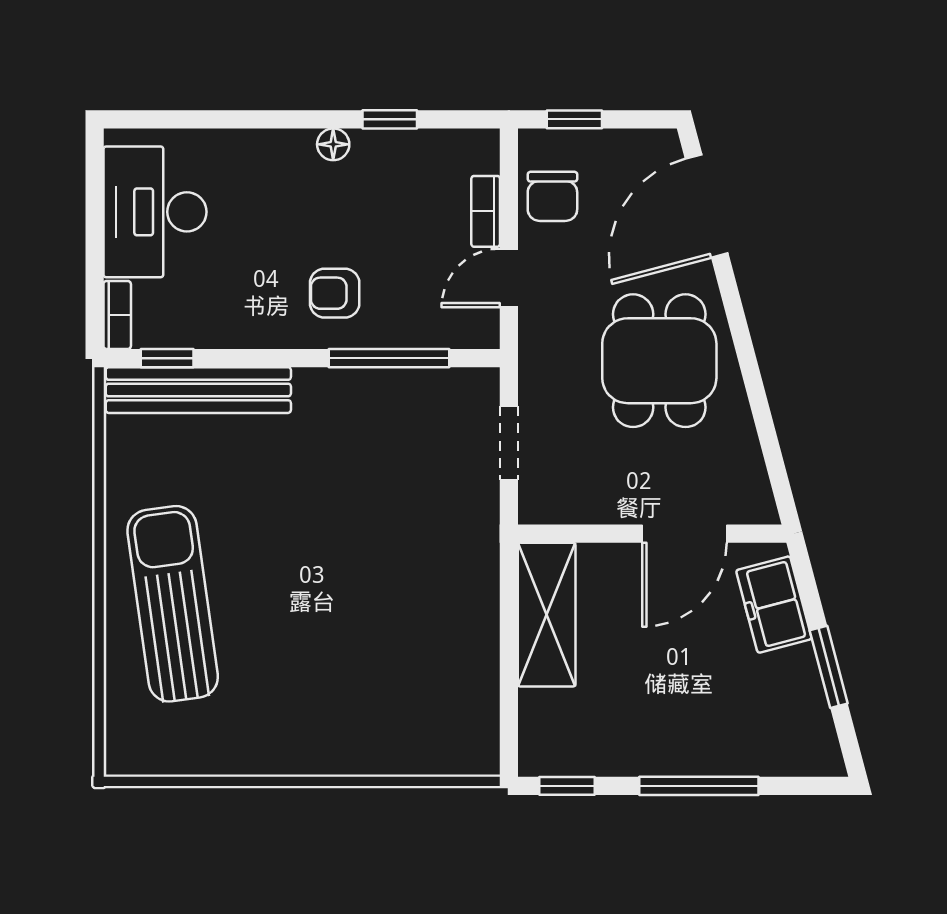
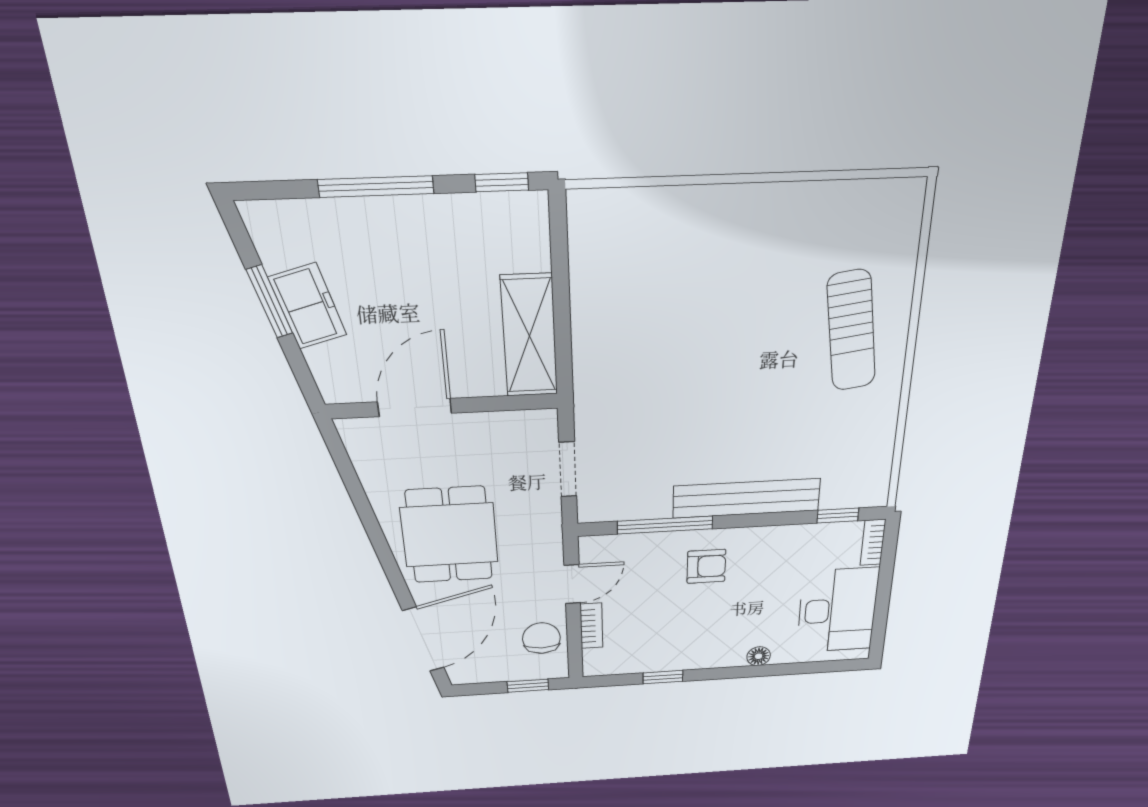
floor lamp: (333, 144) -> (759, 656), moved
bench: (198, 390) -> (747, 498), moved
sun lounger: (173, 604) -> (851, 331), width x0.73, depth x0.75
freezer: (774, 605) -> (308, 306), moved

